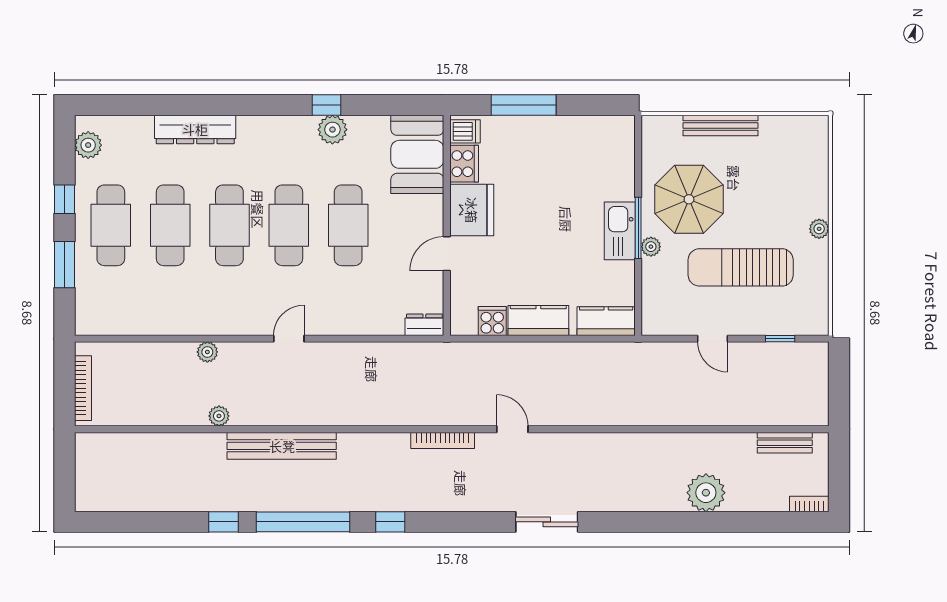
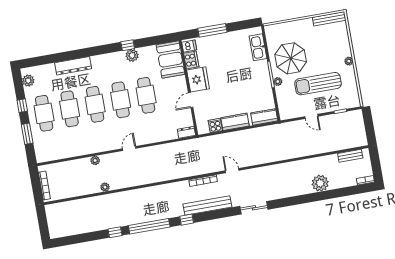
bench: (720, 125) -> (329, 19), moved
kitchen sink: (620, 231) -> (258, 47), moved
bench: (282, 446) -> (207, 206), moved

